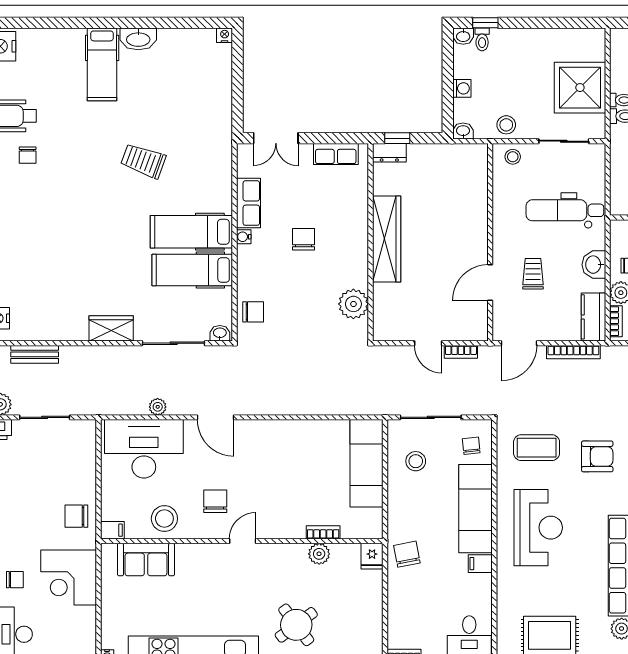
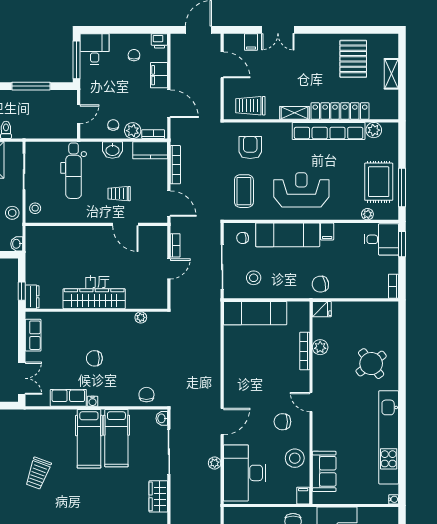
plant: (353, 304) -> (141, 317), width x0.53, depth x0.53
bookcase: (323, 532) -> (305, 351), width x1.56
plant: (504, 620) -> (367, 214), added

